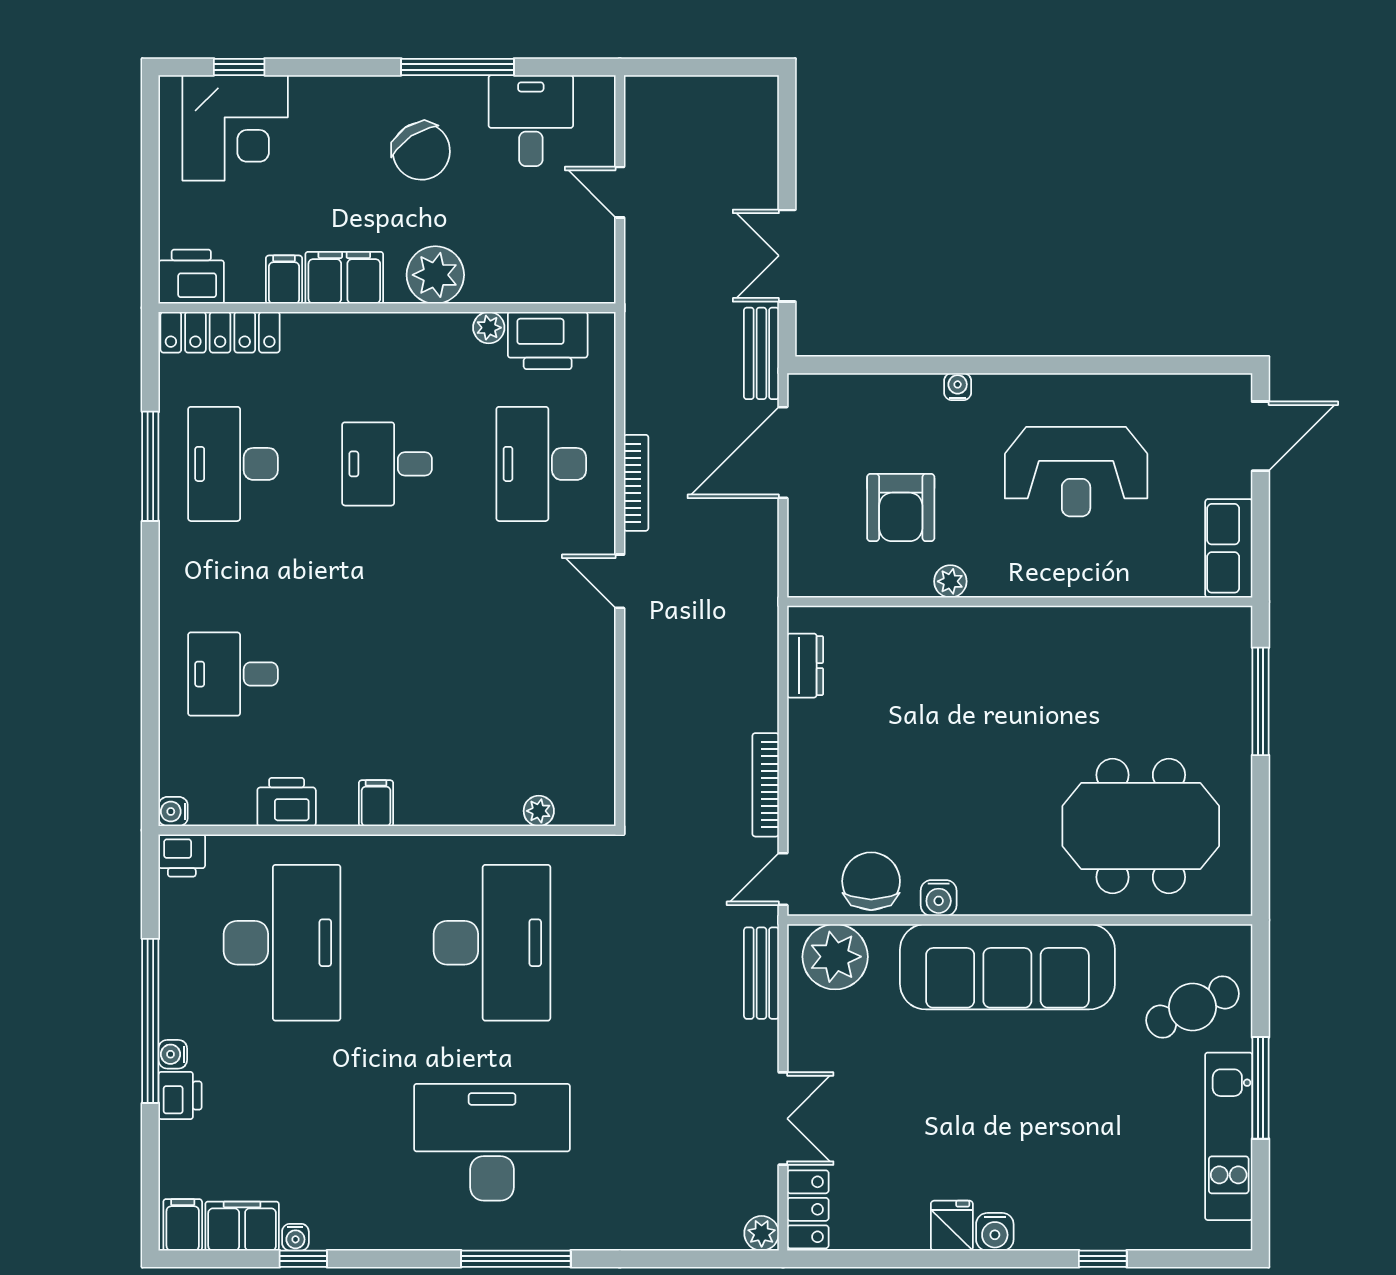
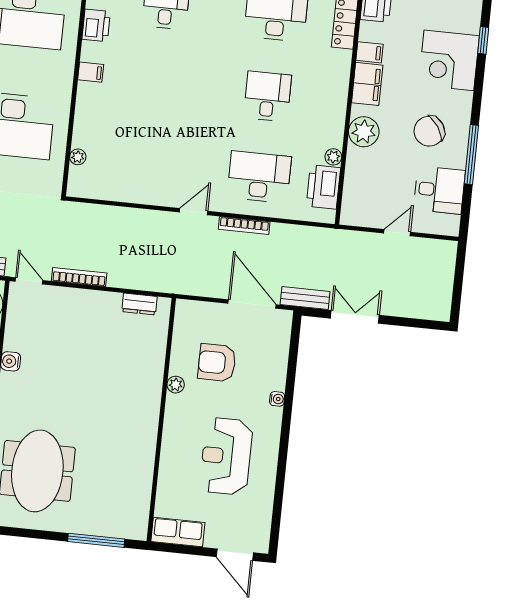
corner desk: (235, 128) -> (449, 60), moved
chair: (871, 881) -> (23, 327), removed

